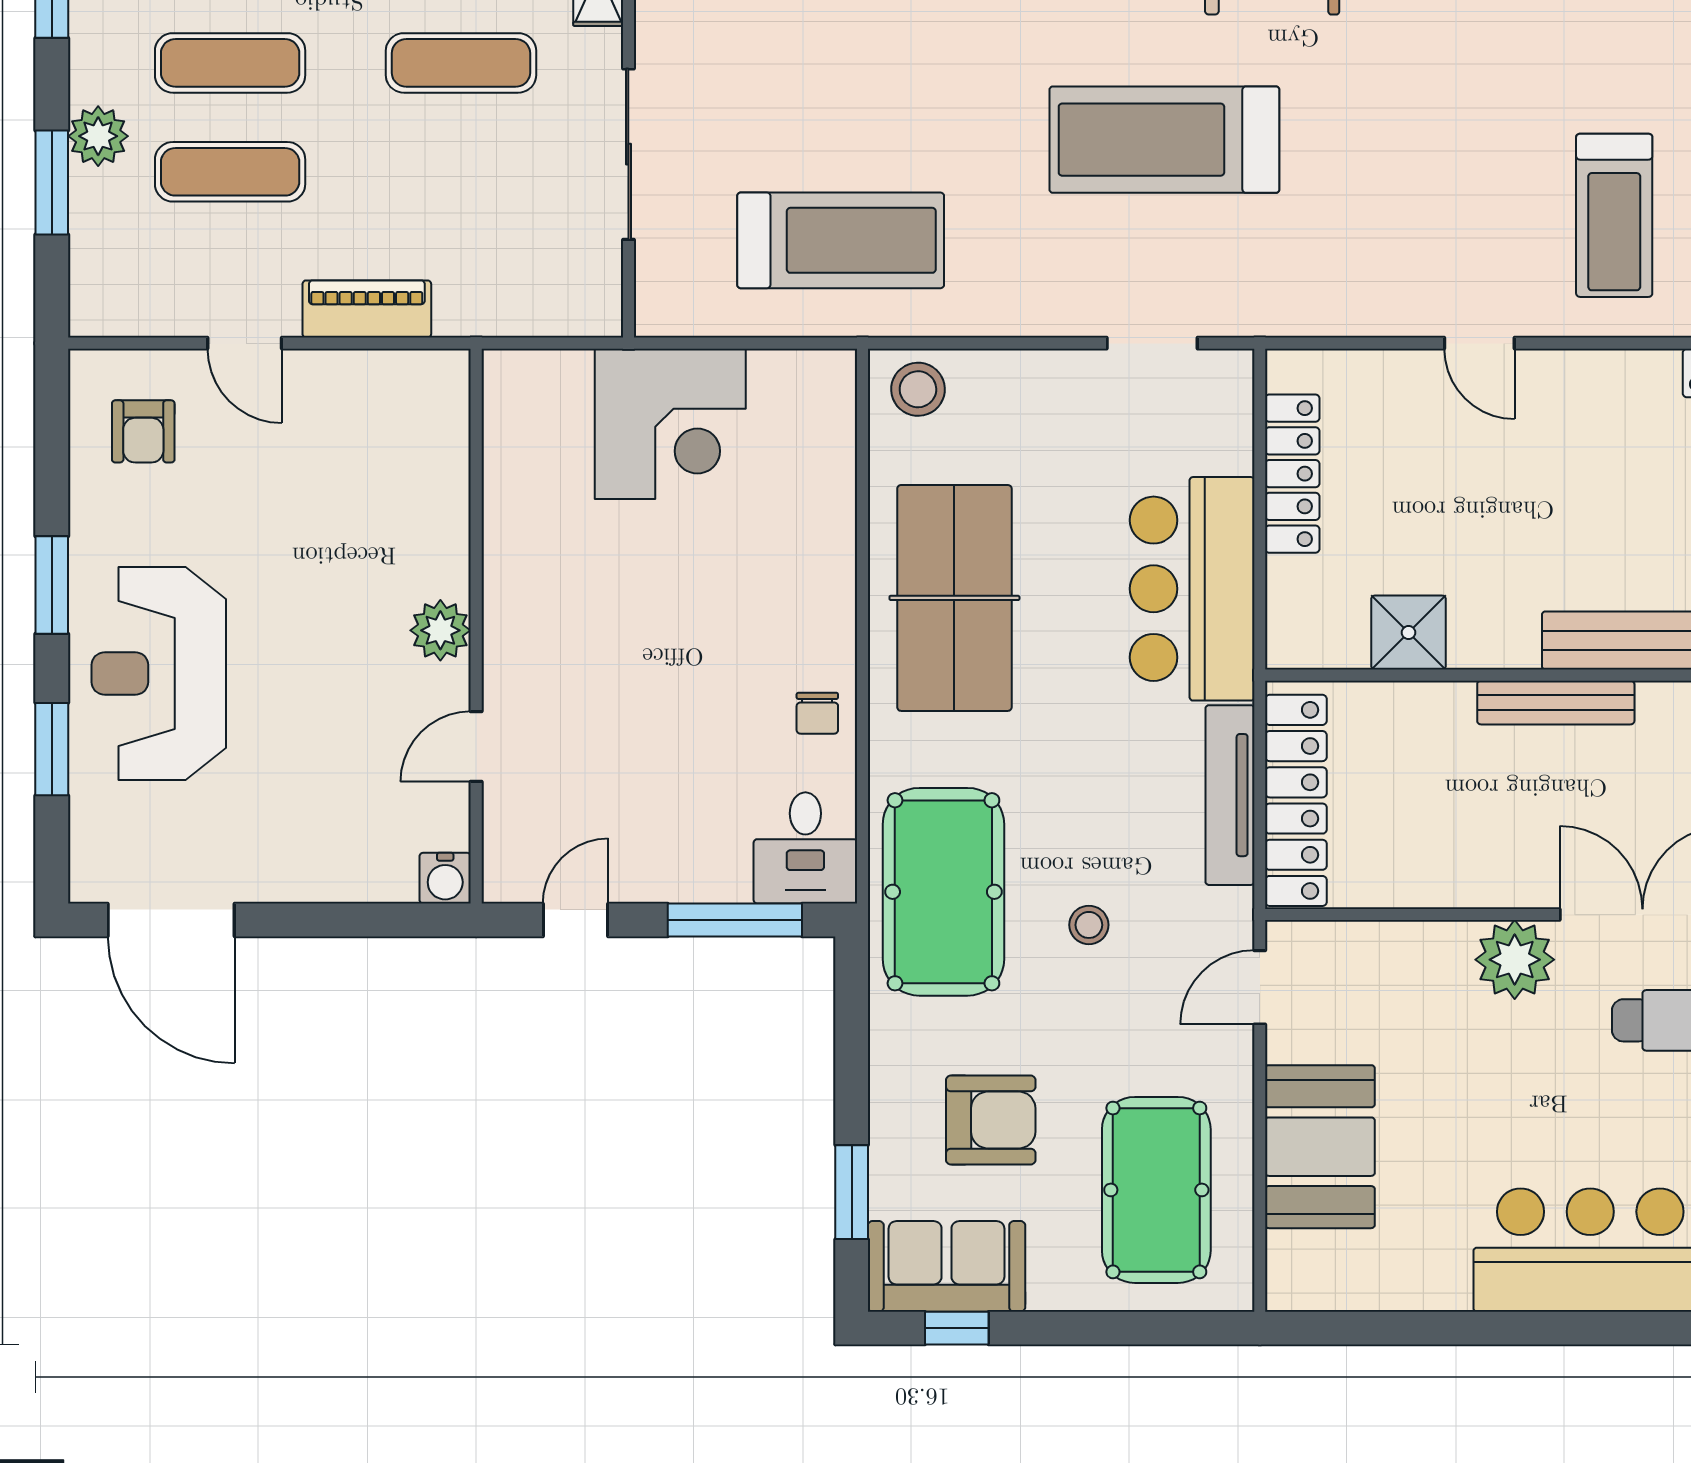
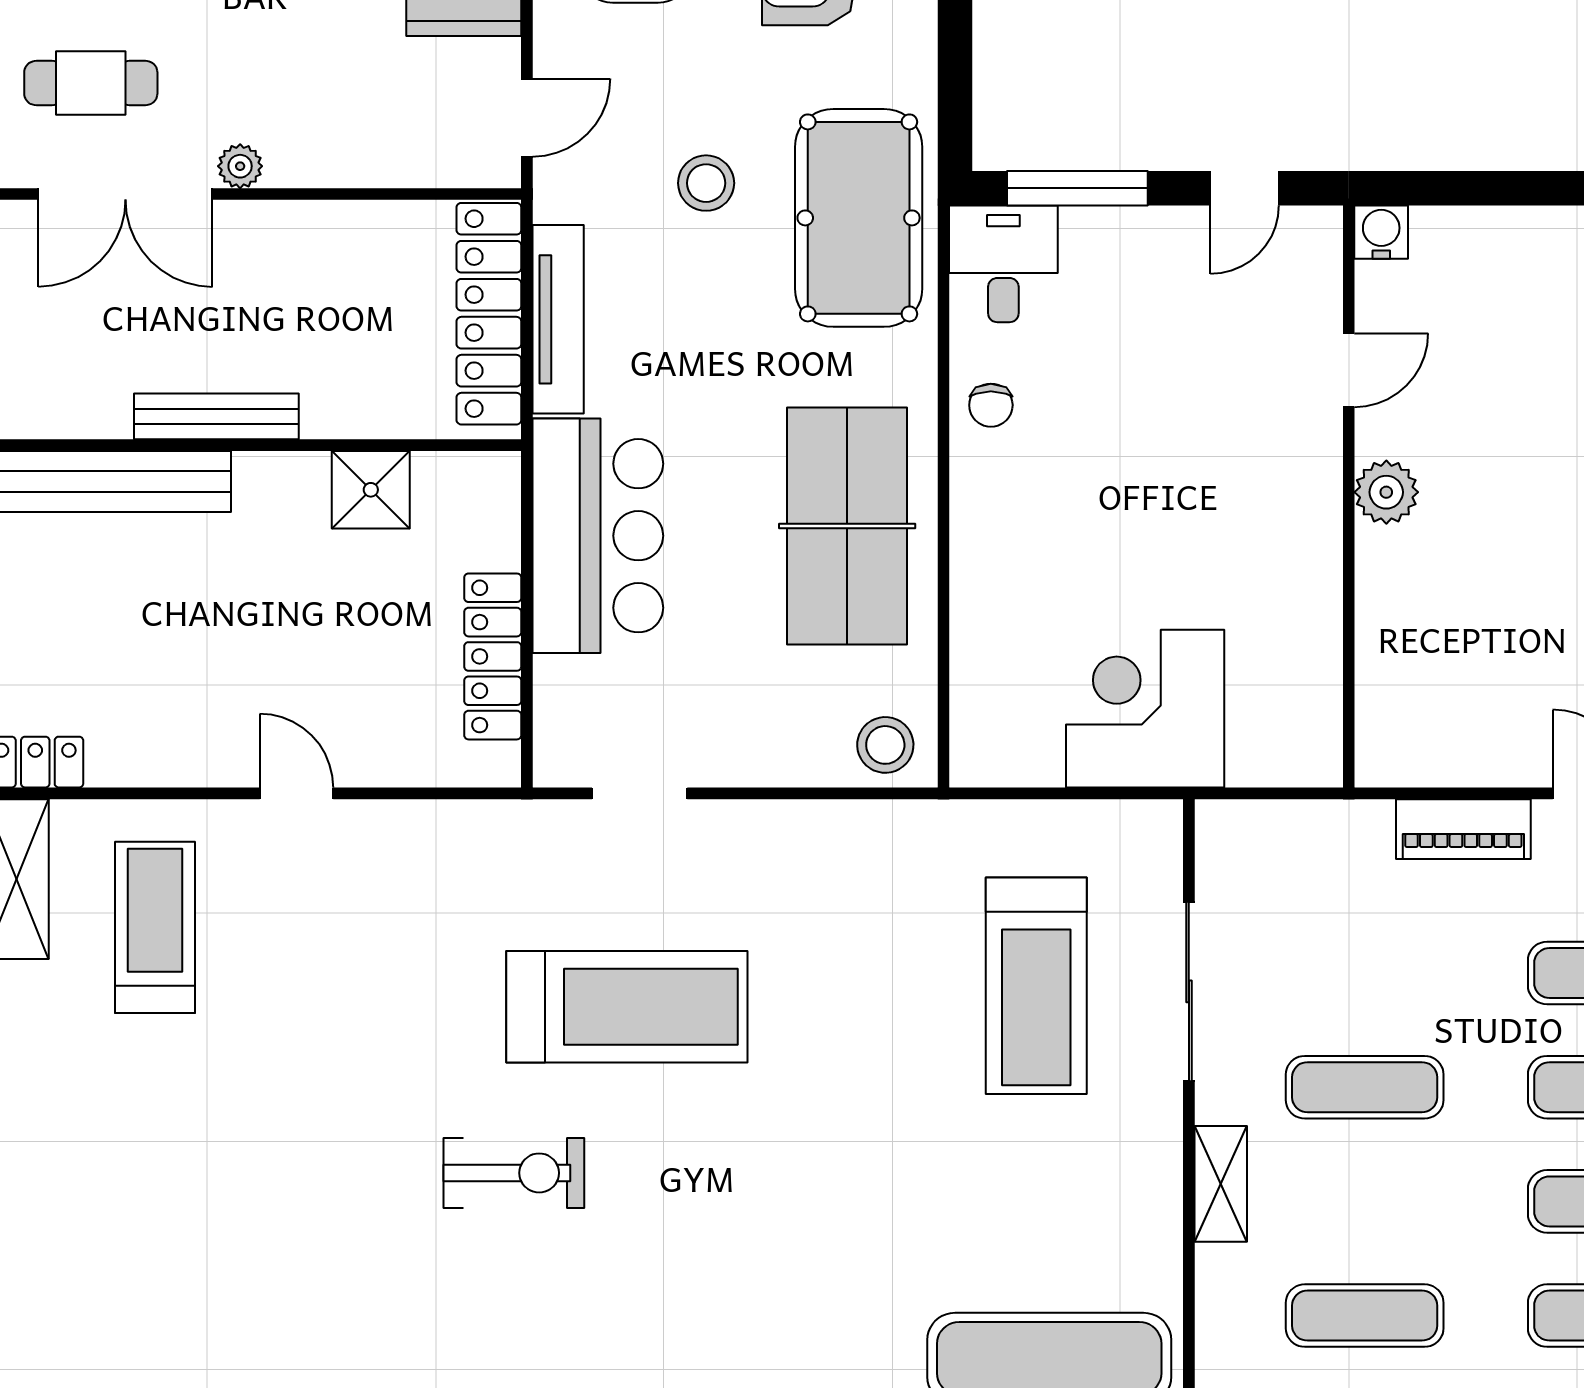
treadmill: (841, 240) -> (1036, 986), moved, turned -90
chair: (817, 713) -> (991, 405), turned 180
stool: (1089, 925) -> (706, 183), width x1.37, depth x1.37
plant: (1515, 960) -> (240, 166), width x0.53, depth x0.53

